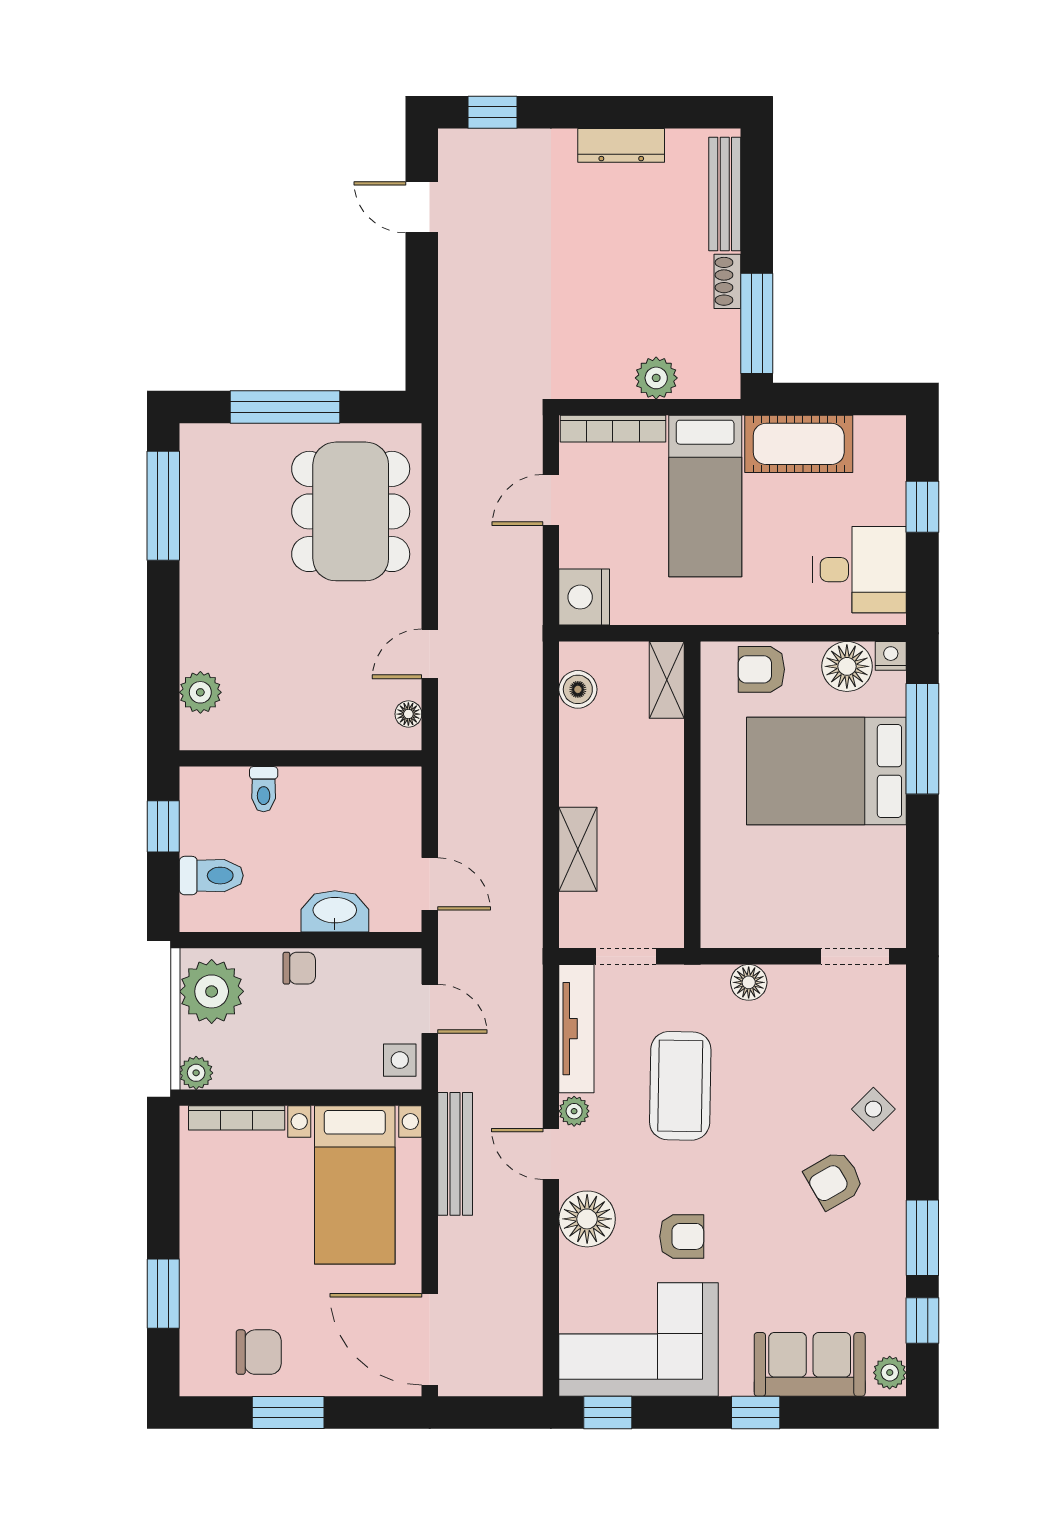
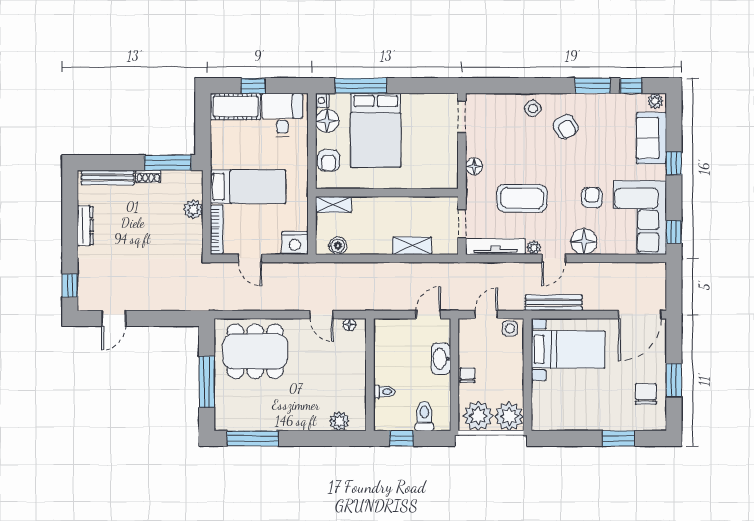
cot: (799, 444) -> (236, 107), moved, turned 90
plant: (196, 1073) -> (509, 416), width x1.87, depth x1.87
bookcase: (237, 1118) -> (537, 404), removed

